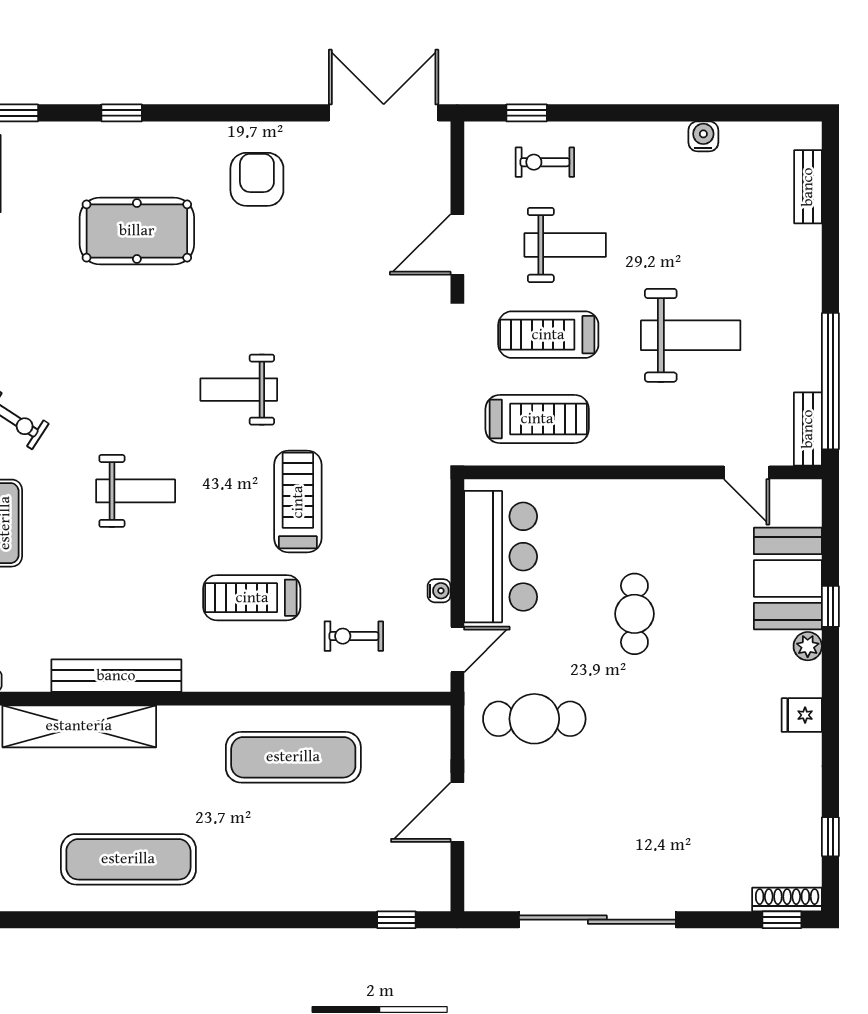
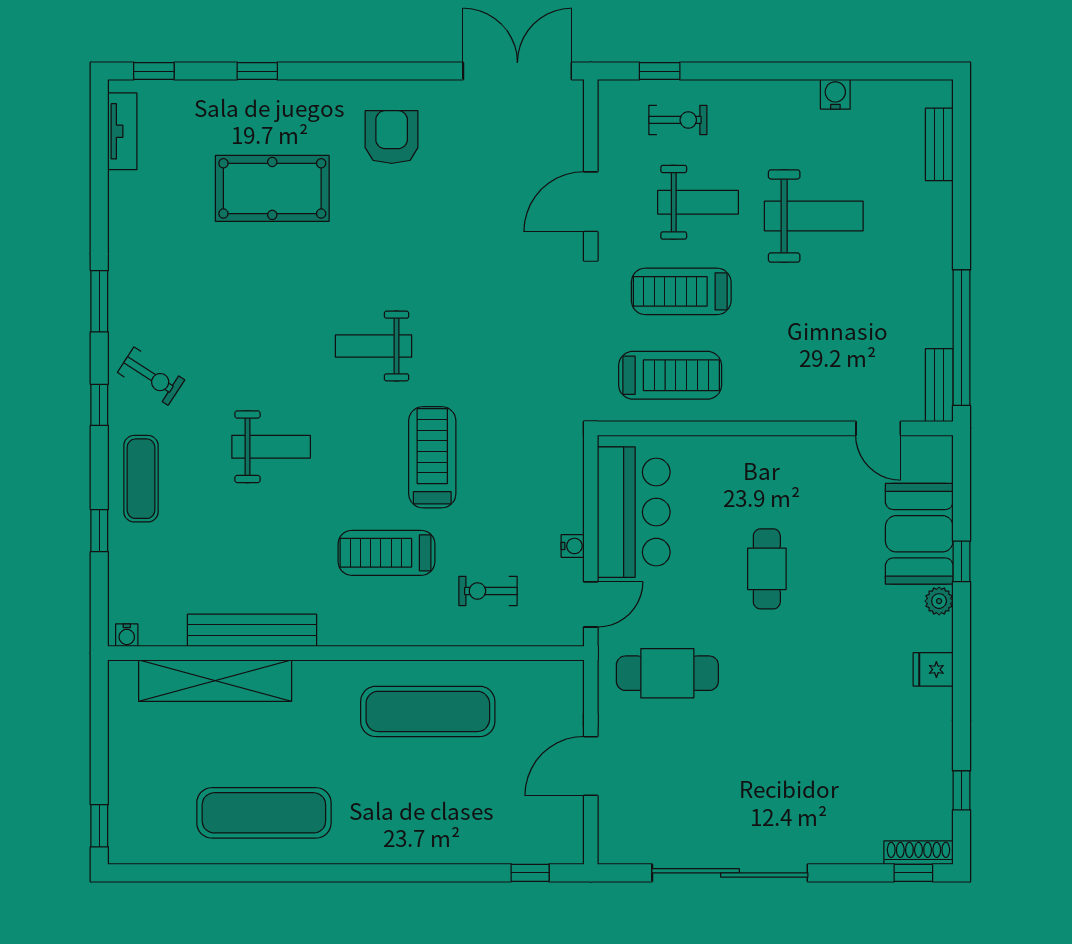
exercise bike: (545, 162) -> (678, 120), turned 180
weight bench: (691, 335) -> (814, 216), moved

